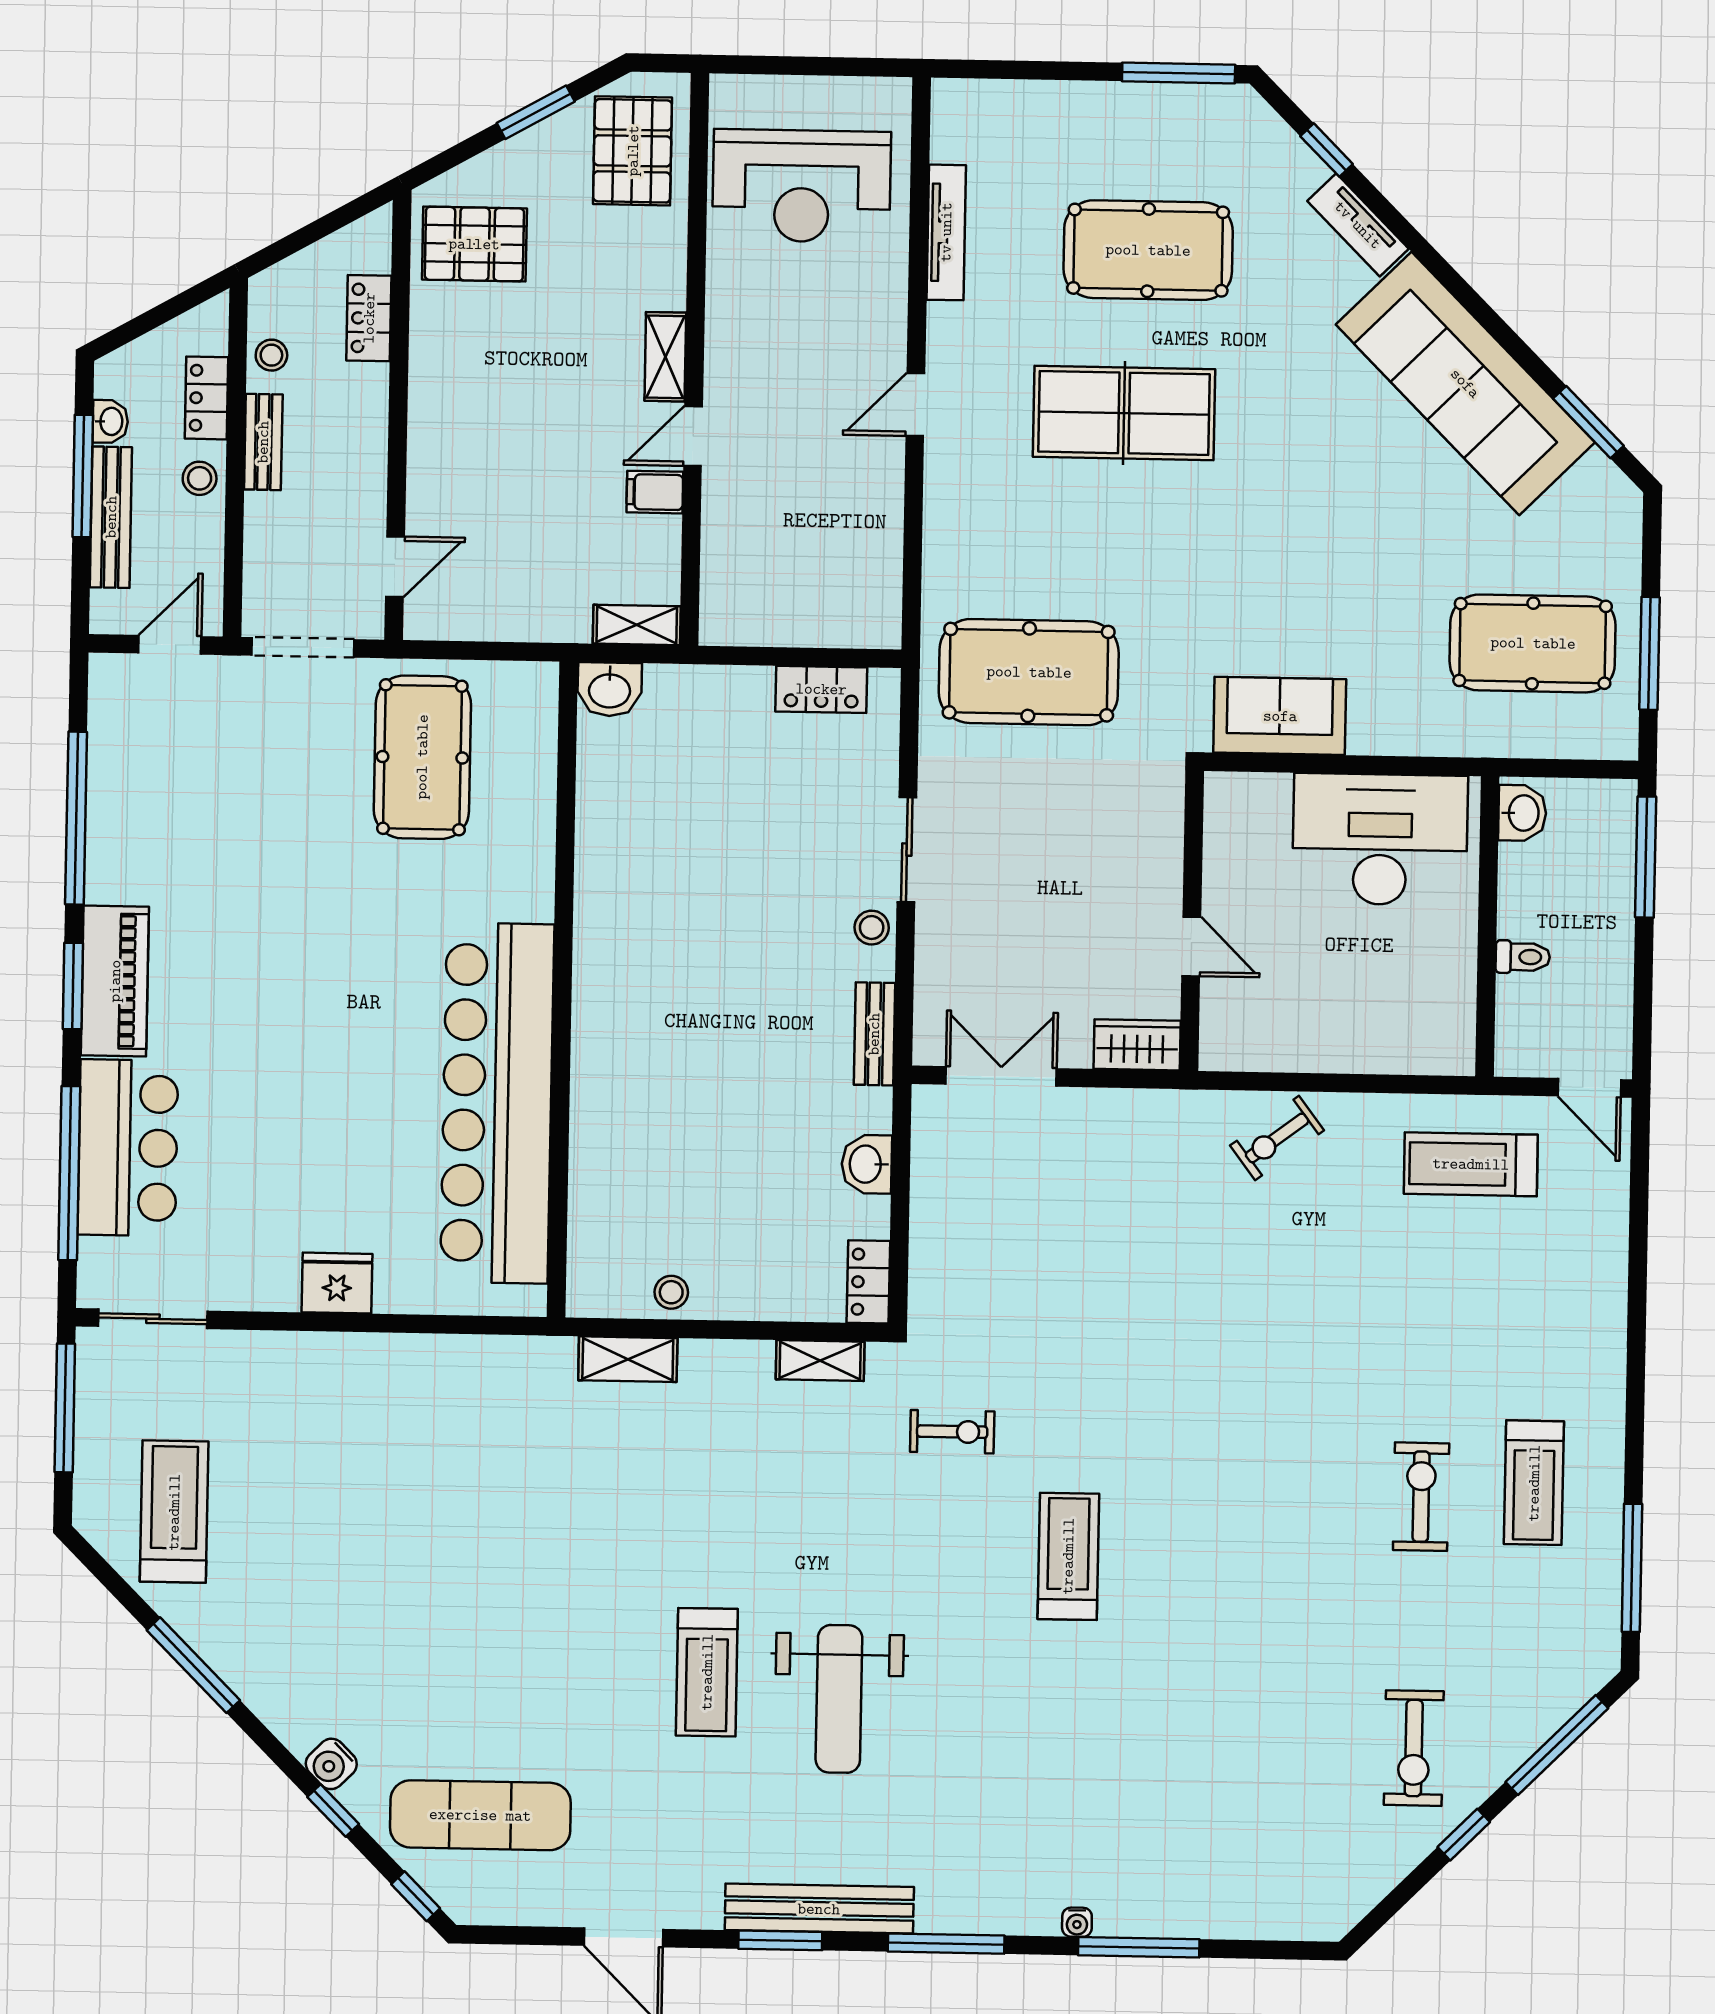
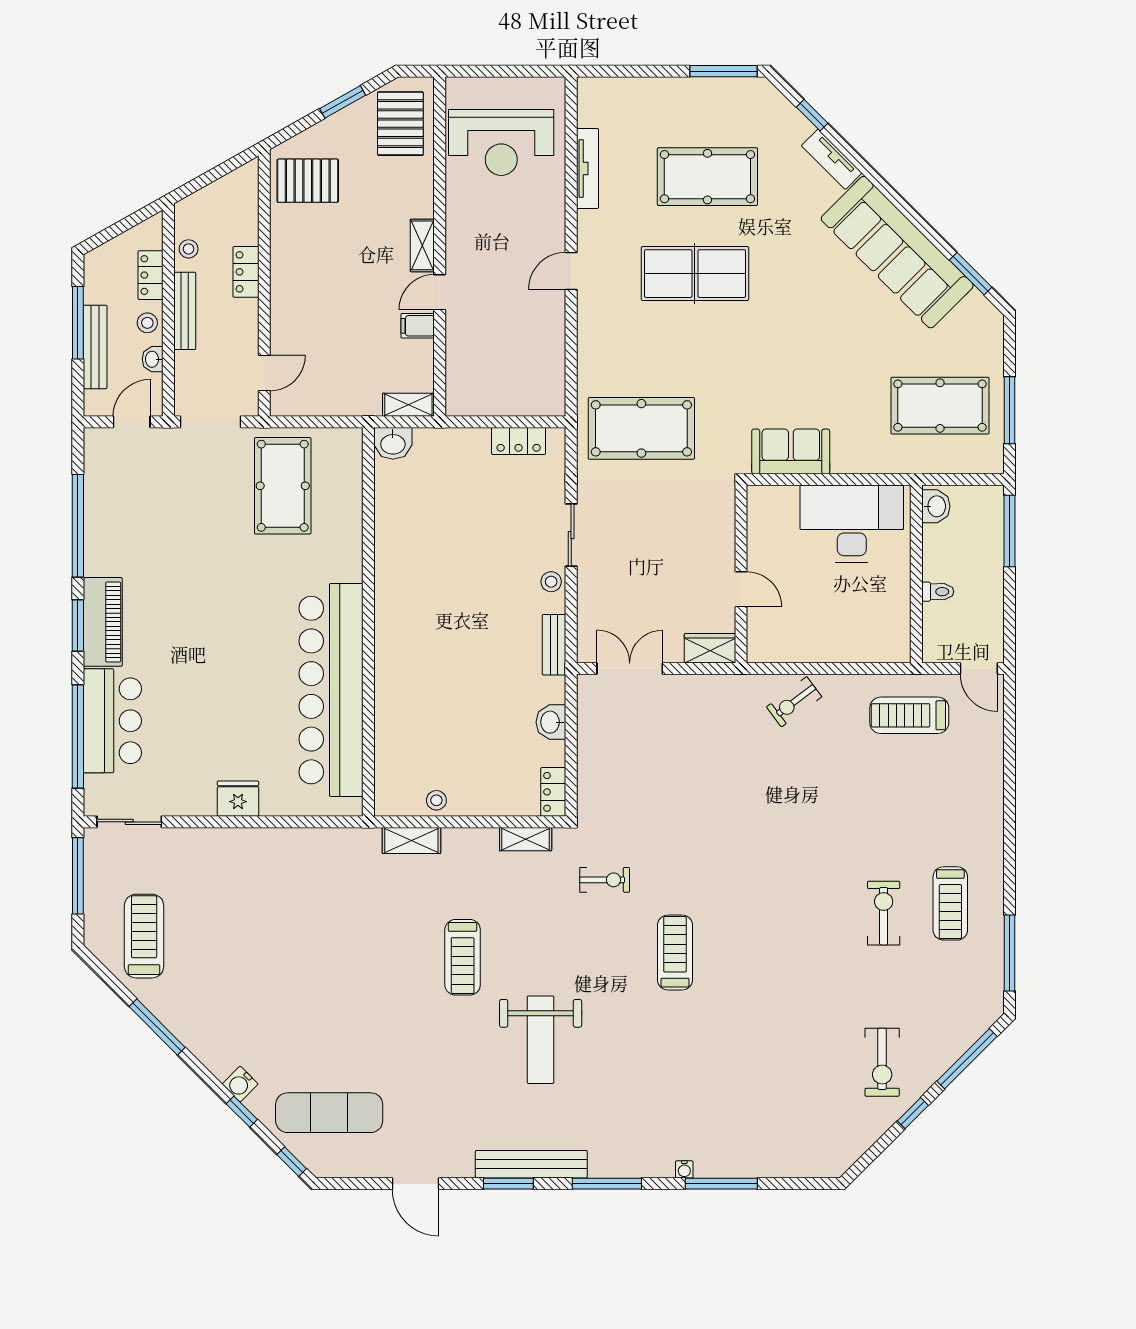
locker: (369, 318) -> (246, 272), moved
washbasin: (110, 421) -> (153, 359), moved, turned 180
bench: (263, 442) -> (185, 311), width x1.36
treadmill: (707, 1672) -> (463, 957), moved

